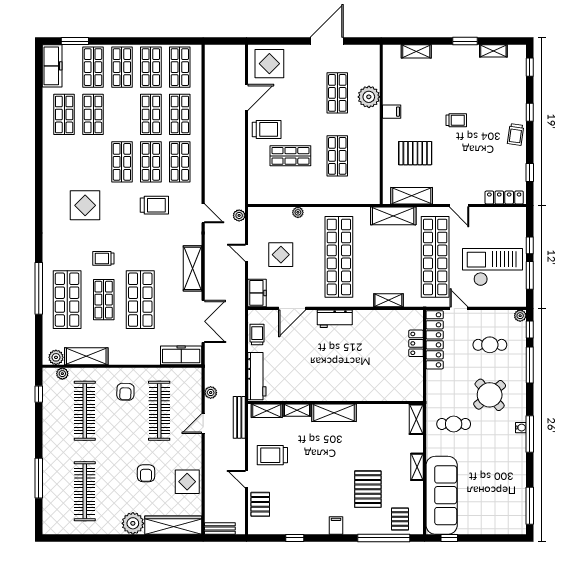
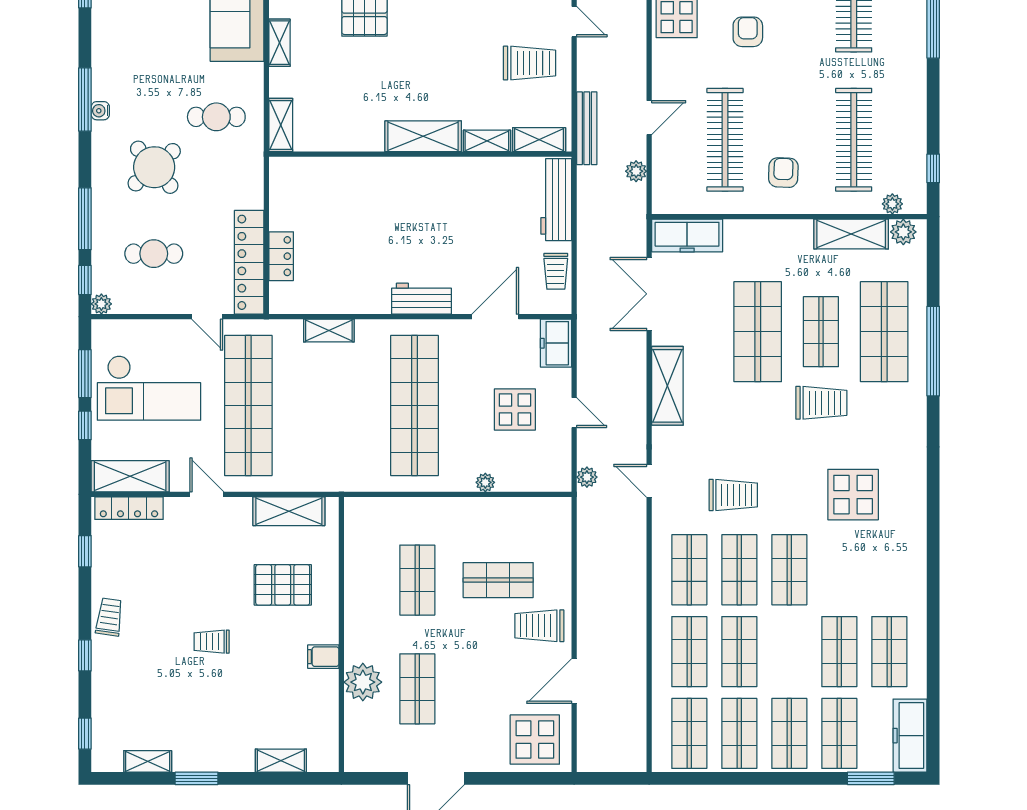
trolley: (154, 205) -> (733, 495), turned 180
shelving: (393, 216) -> (130, 476), moved
trolley: (103, 258) -> (821, 403), width x1.36, depth x1.39

